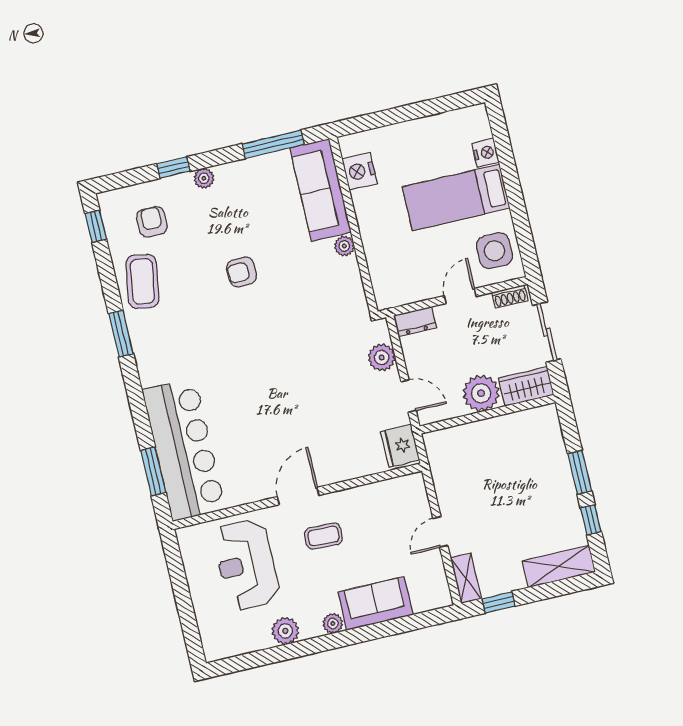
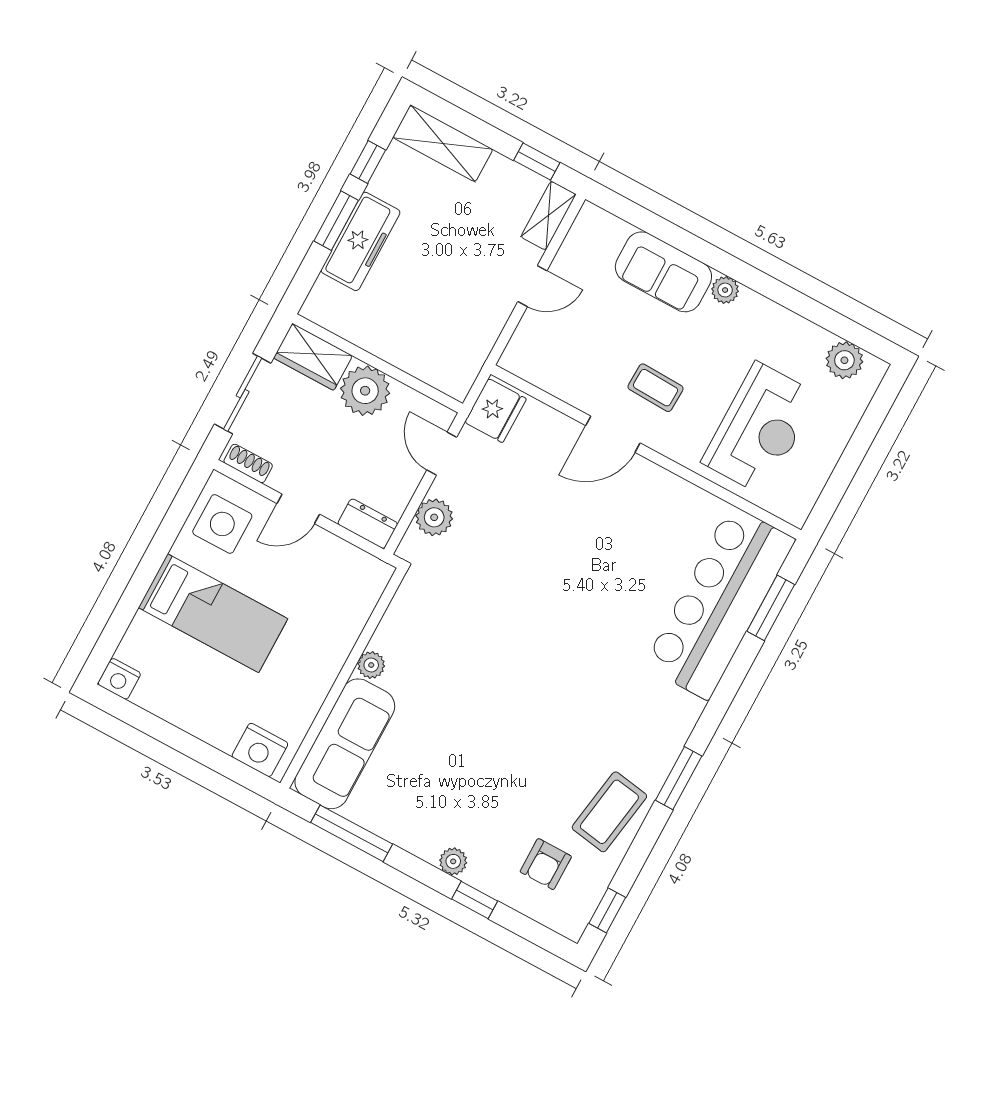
nightstand: (486, 153) -> (119, 679), moved, turned -90
nightstand: (359, 171) -> (260, 750), moved, turned 90
armchair: (242, 272) -> (500, 732), removed
freezer: (556, 473) -> (360, 241), added
door: (298, 496) -> (613, 434), moved
plant: (285, 631) -> (844, 360), moved

